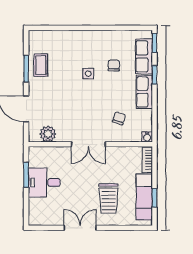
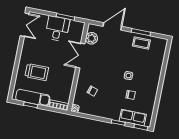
row of seats: (144, 92) -> (107, 113), removed
double door: (88, 144) -> (80, 56), moved
trolley: (109, 199) -> (37, 72), turned 180
double door: (80, 228) -> (25, 25), moved

